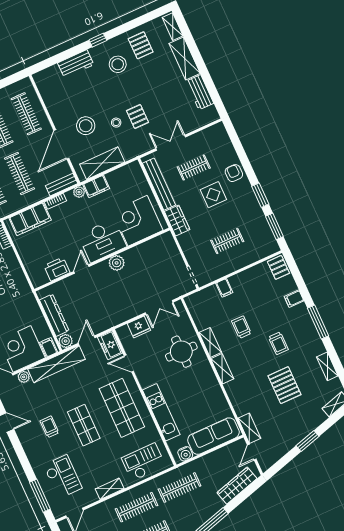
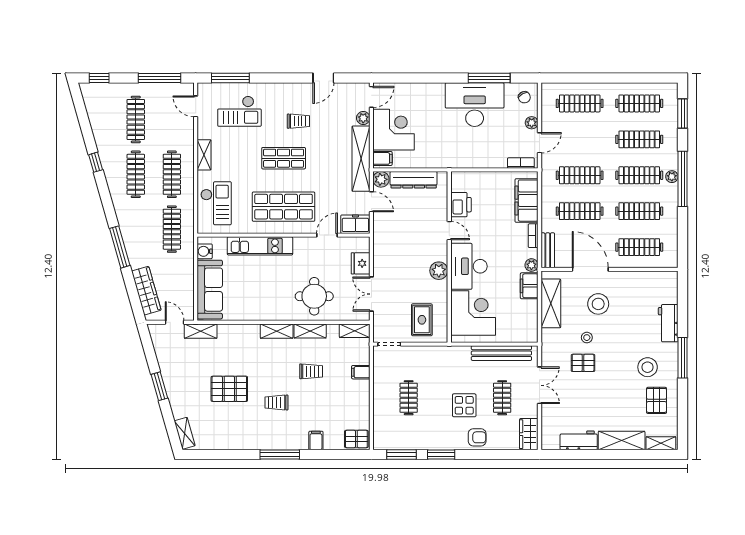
window: (98, 40) -> (683, 358), width x2.17
pallet: (141, 45) -> (657, 400), turned 90
wardrobe: (177, 220) -> (529, 434), moved, turned 90
rug: (161, 259) -> (422, 320), added
shelving: (327, 366) -> (355, 331), moved

